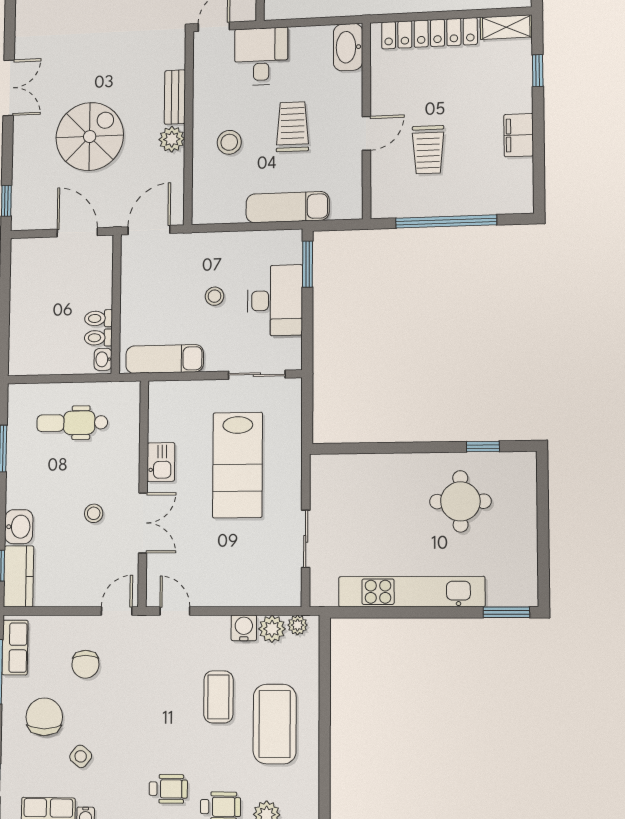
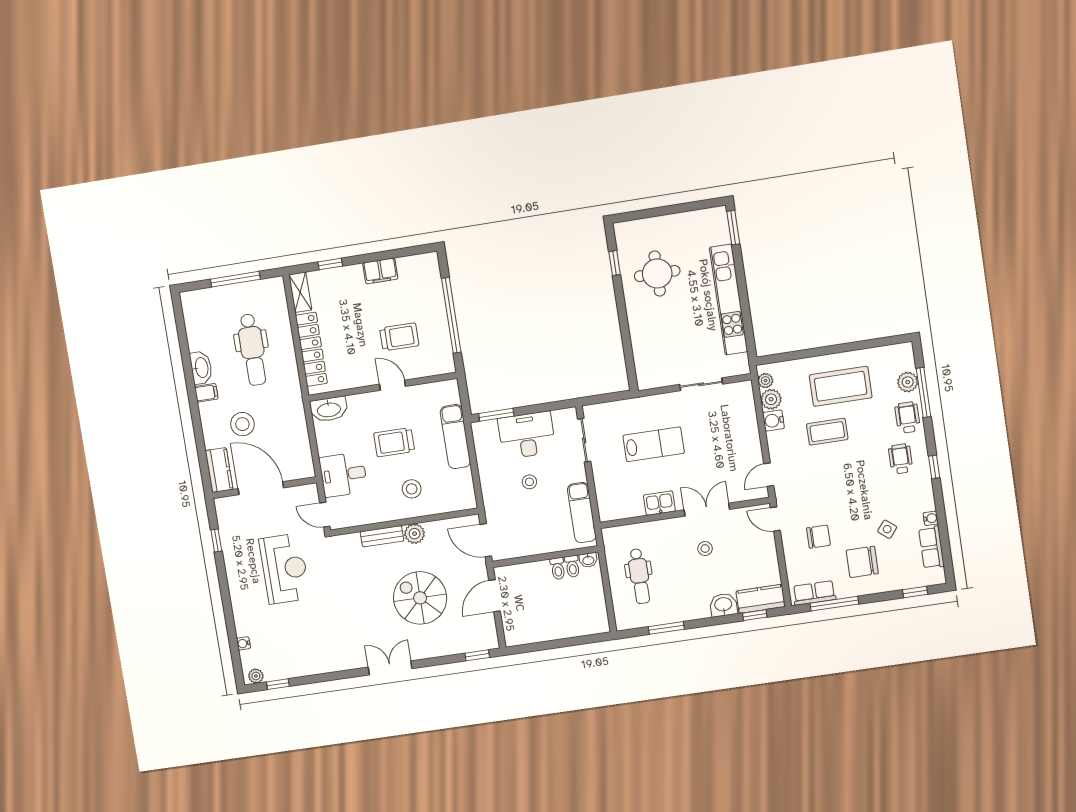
lab bench: (238, 465) -> (654, 444), width x0.73, depth x0.72

